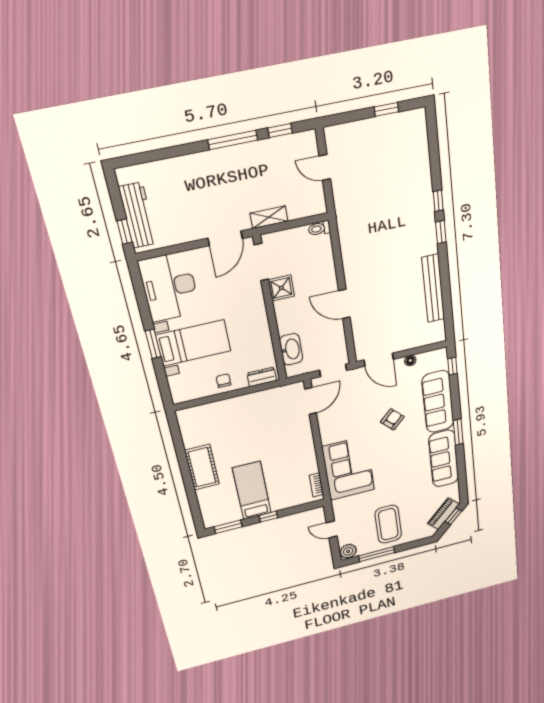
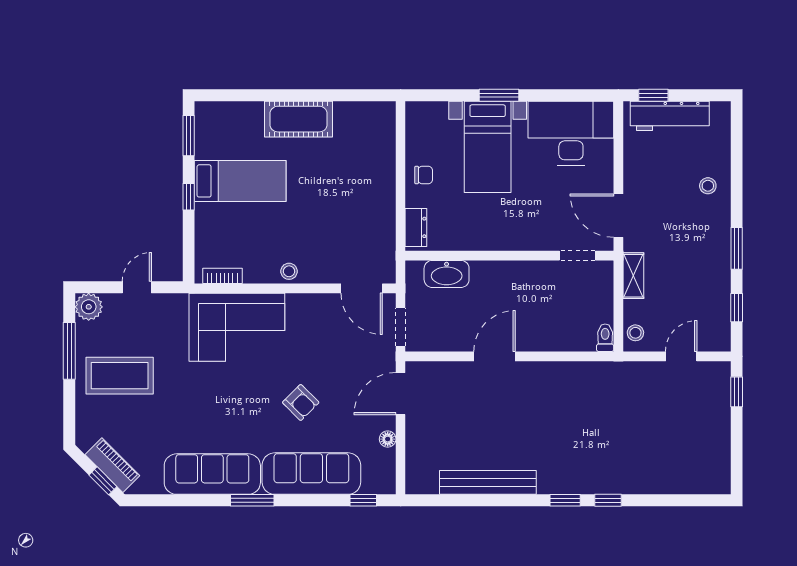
window: (386, 109) -> (737, 392), moved
window: (233, 140) -> (737, 248), width x0.69
stool: (187, 174) -> (708, 186), added
stool: (312, 206) -> (635, 333), added
doorway: (261, 262) -> (577, 256), width x0.73
shower: (281, 288) -> (537, 276), removed
stool: (307, 447) -> (289, 271), added

